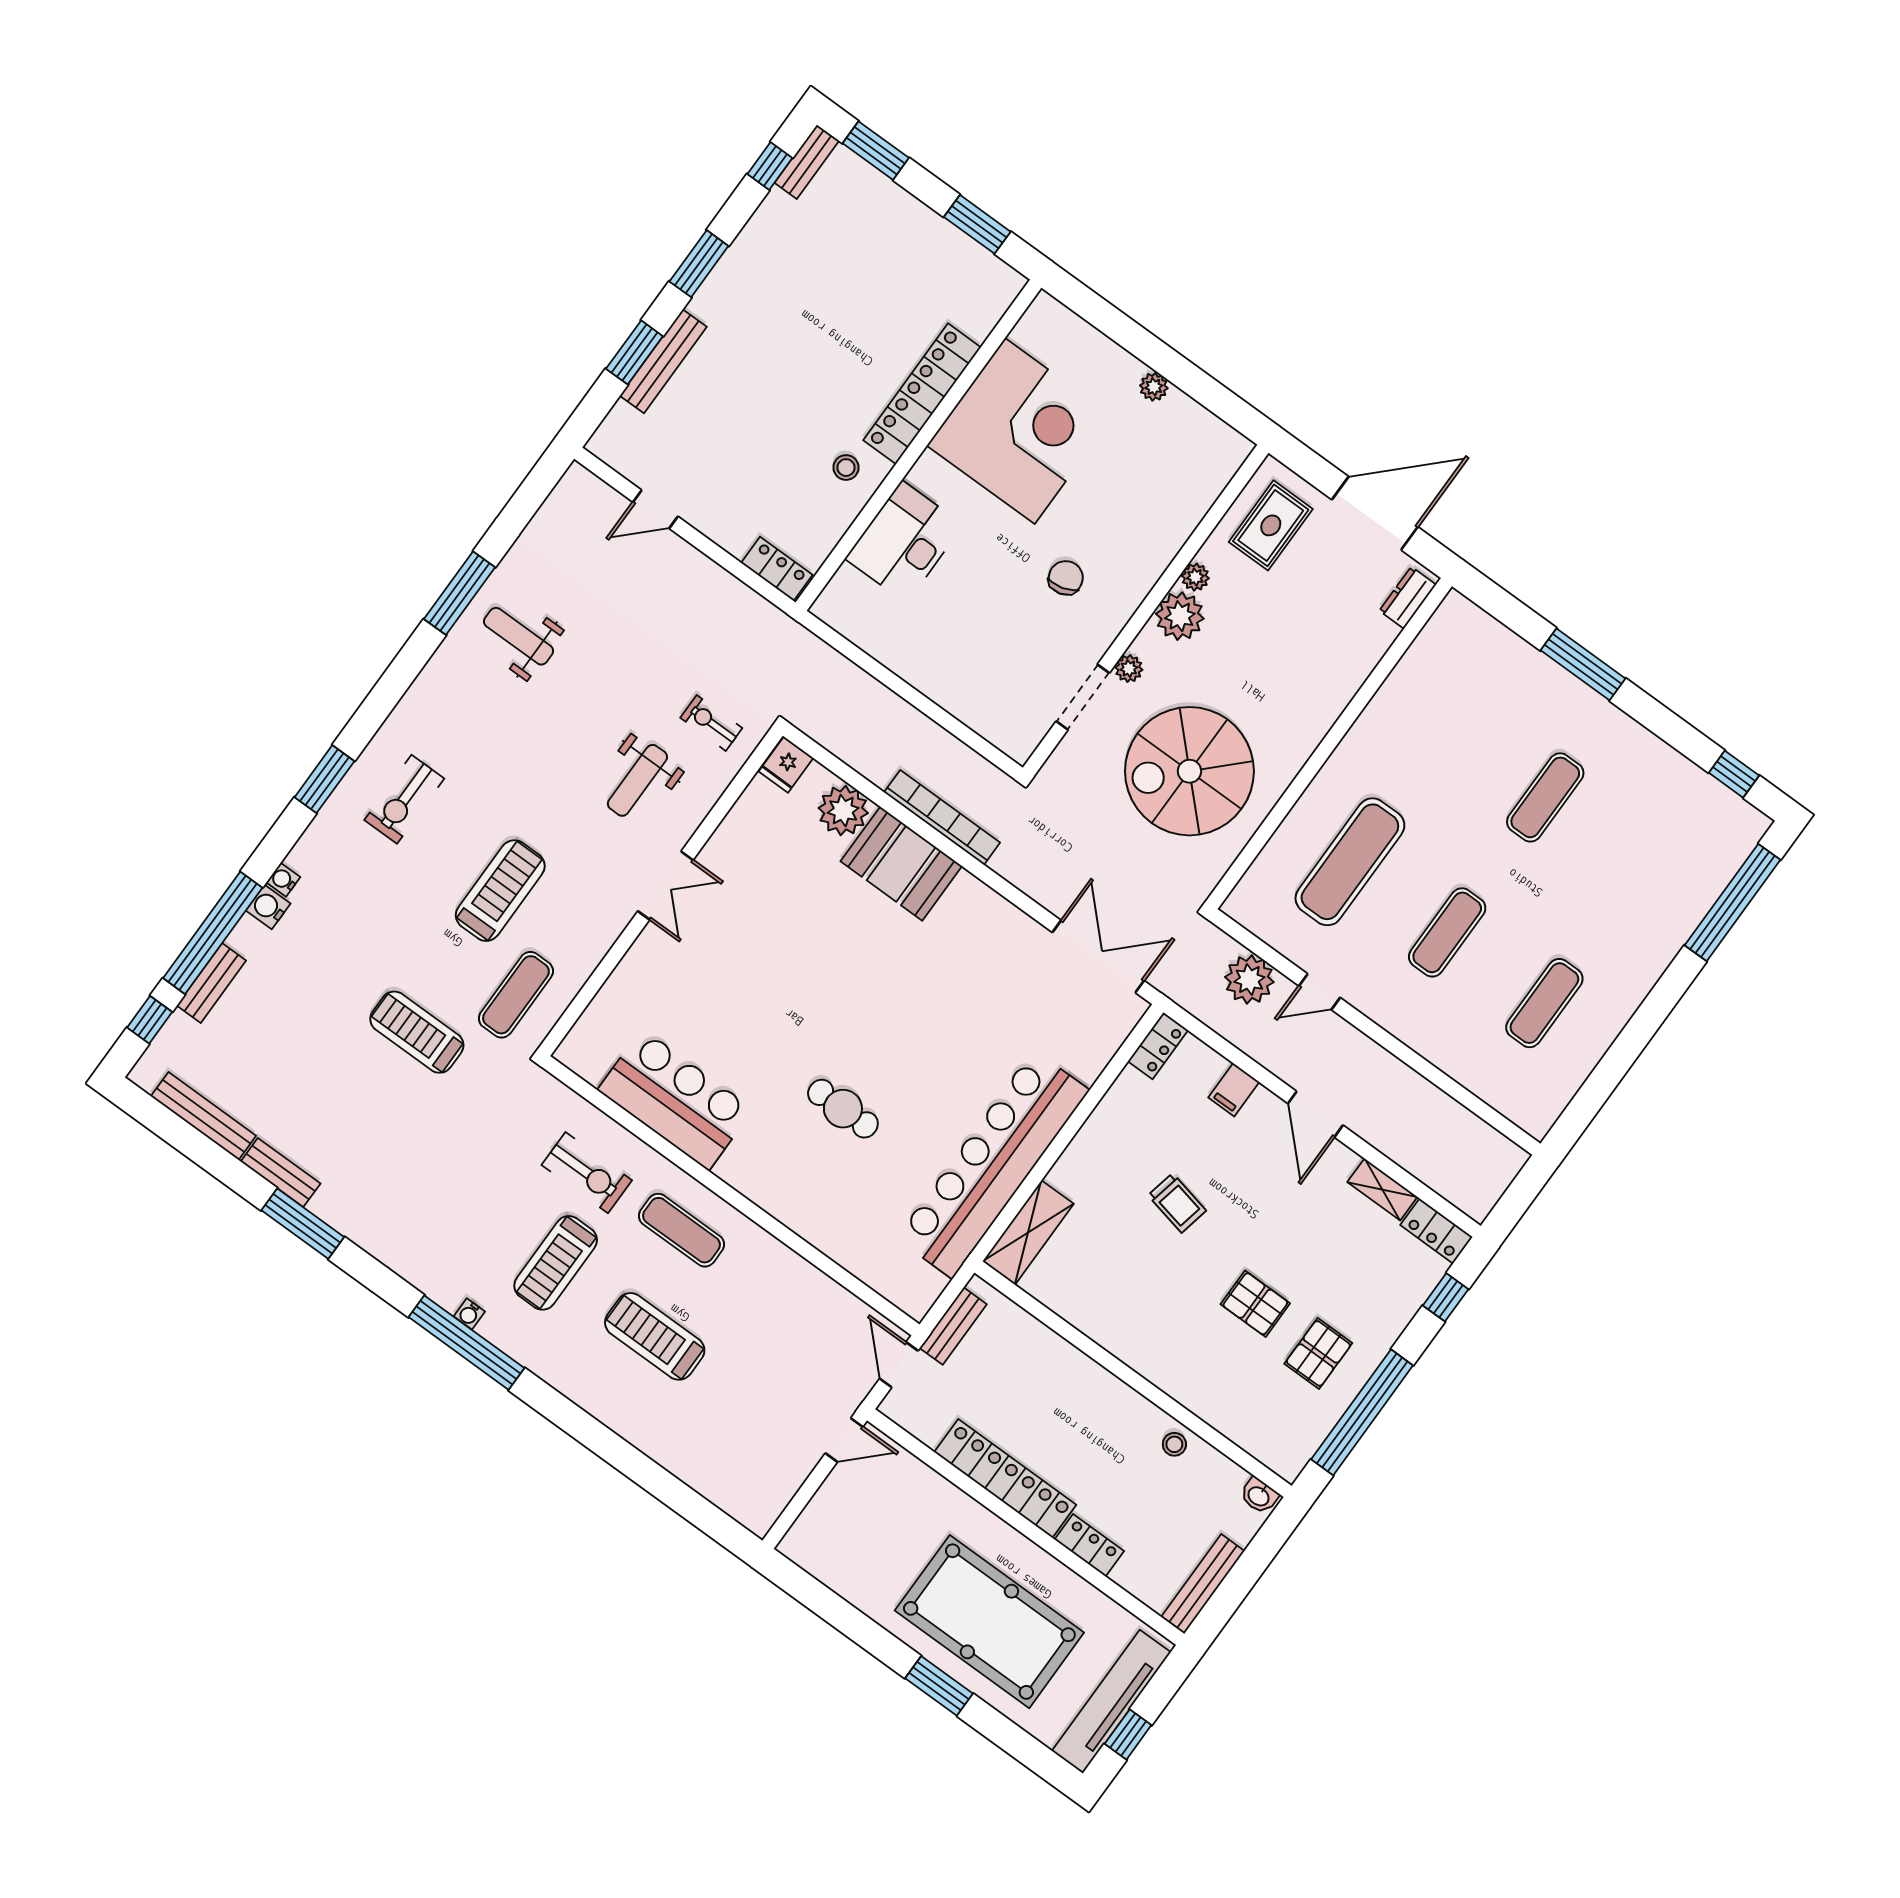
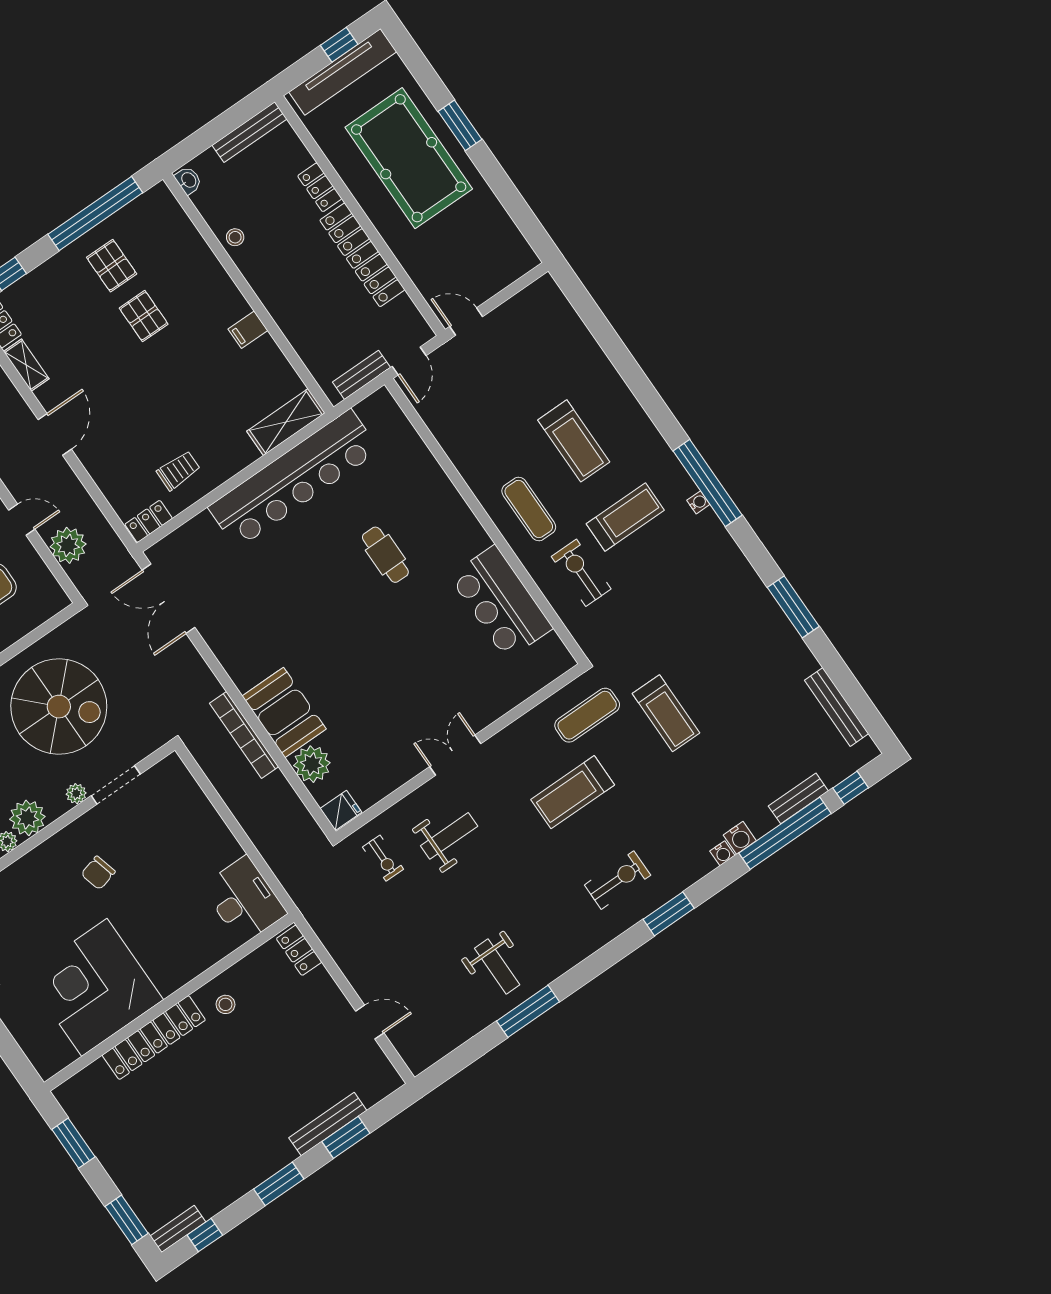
desk: (904, 542) -> (244, 900), moved, turned -90
filing cabinet: (1234, 1090) -> (248, 330), moved, turned 180
bench: (281, 1172) -> (796, 648), removed
trolley: (1177, 1203) -> (178, 471), moved, turned 78
pallet: (1318, 1353) -> (112, 266), turned 90

